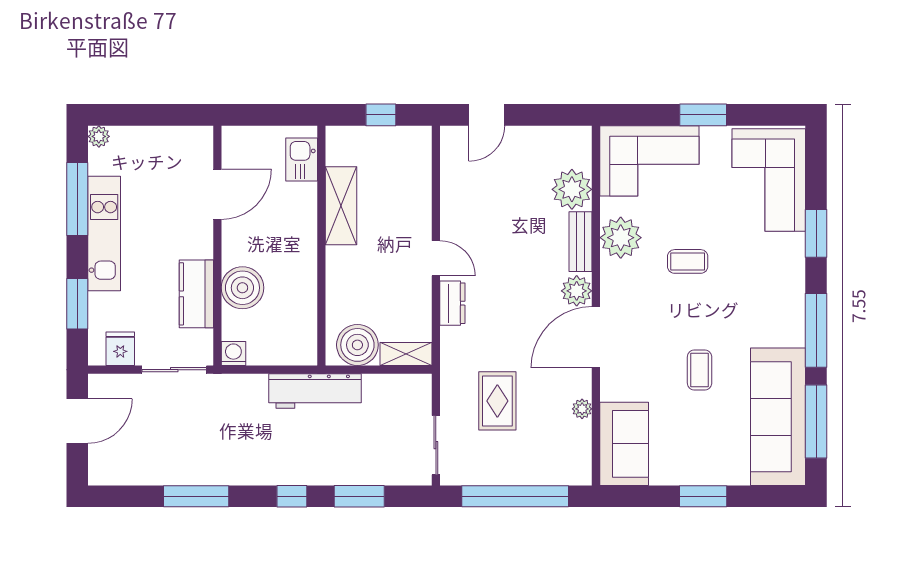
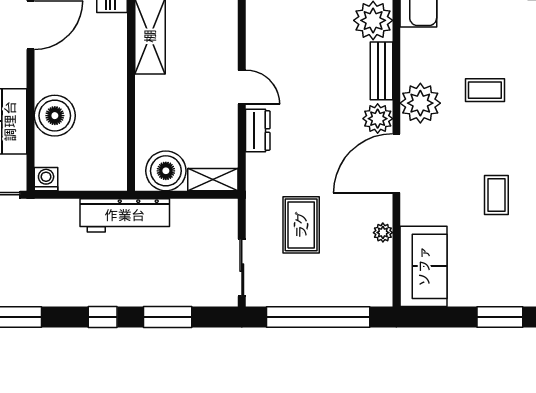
plant: (621, 238) -> (420, 103), moved

